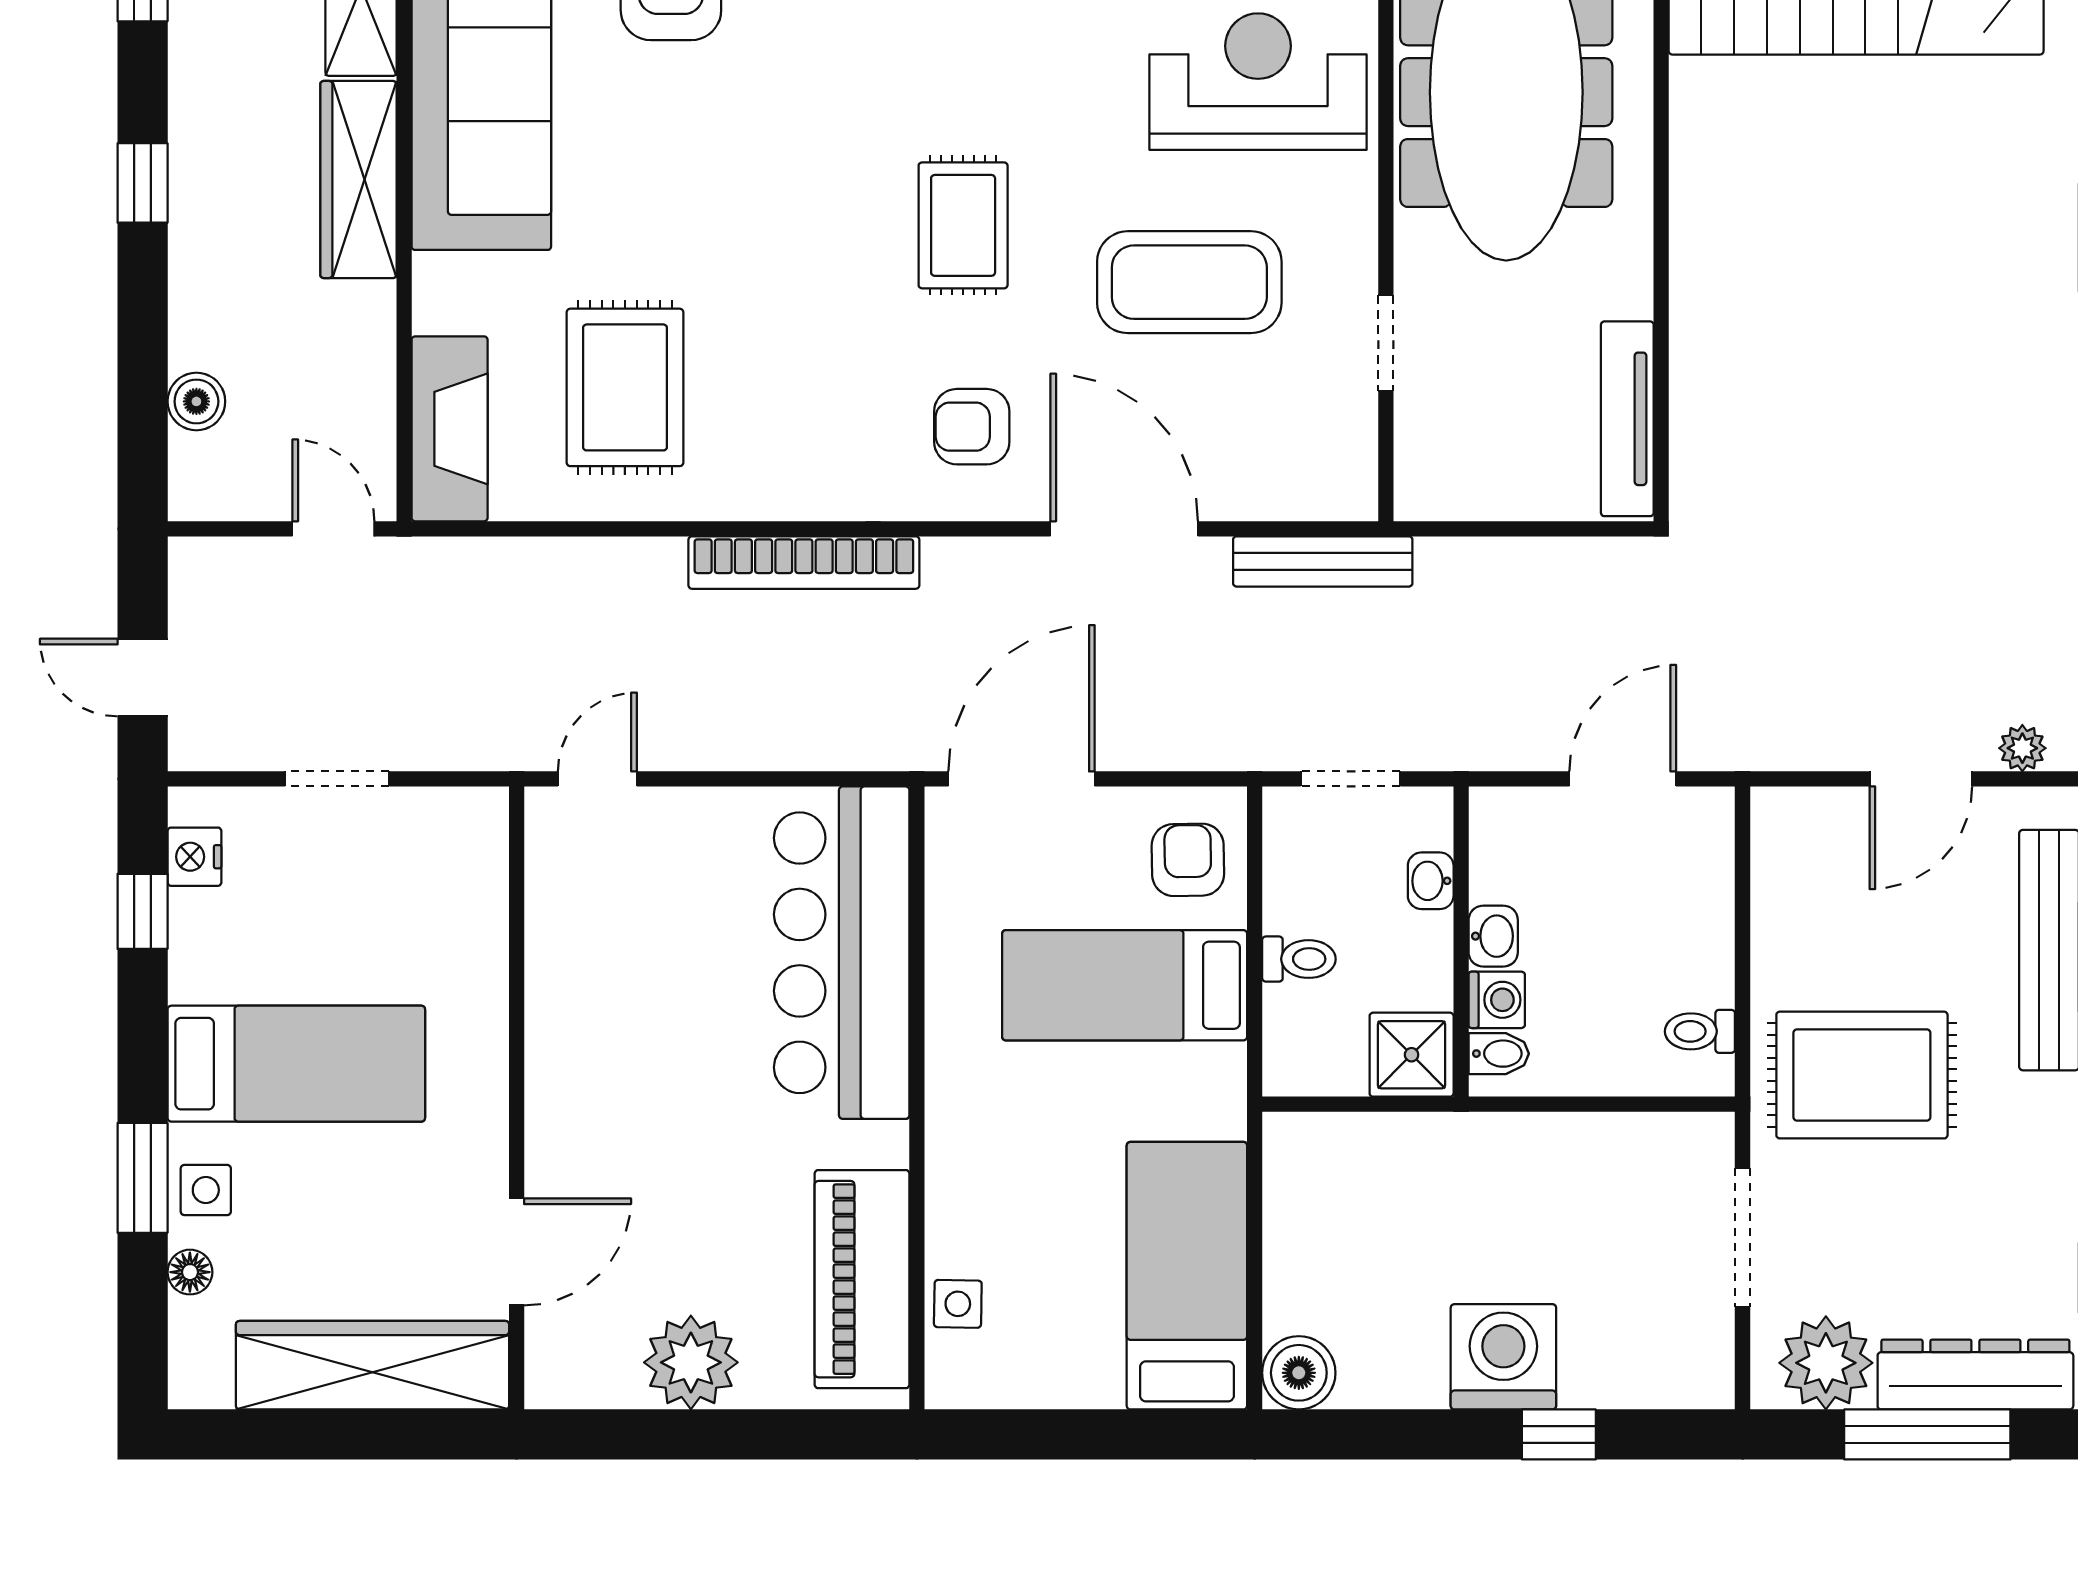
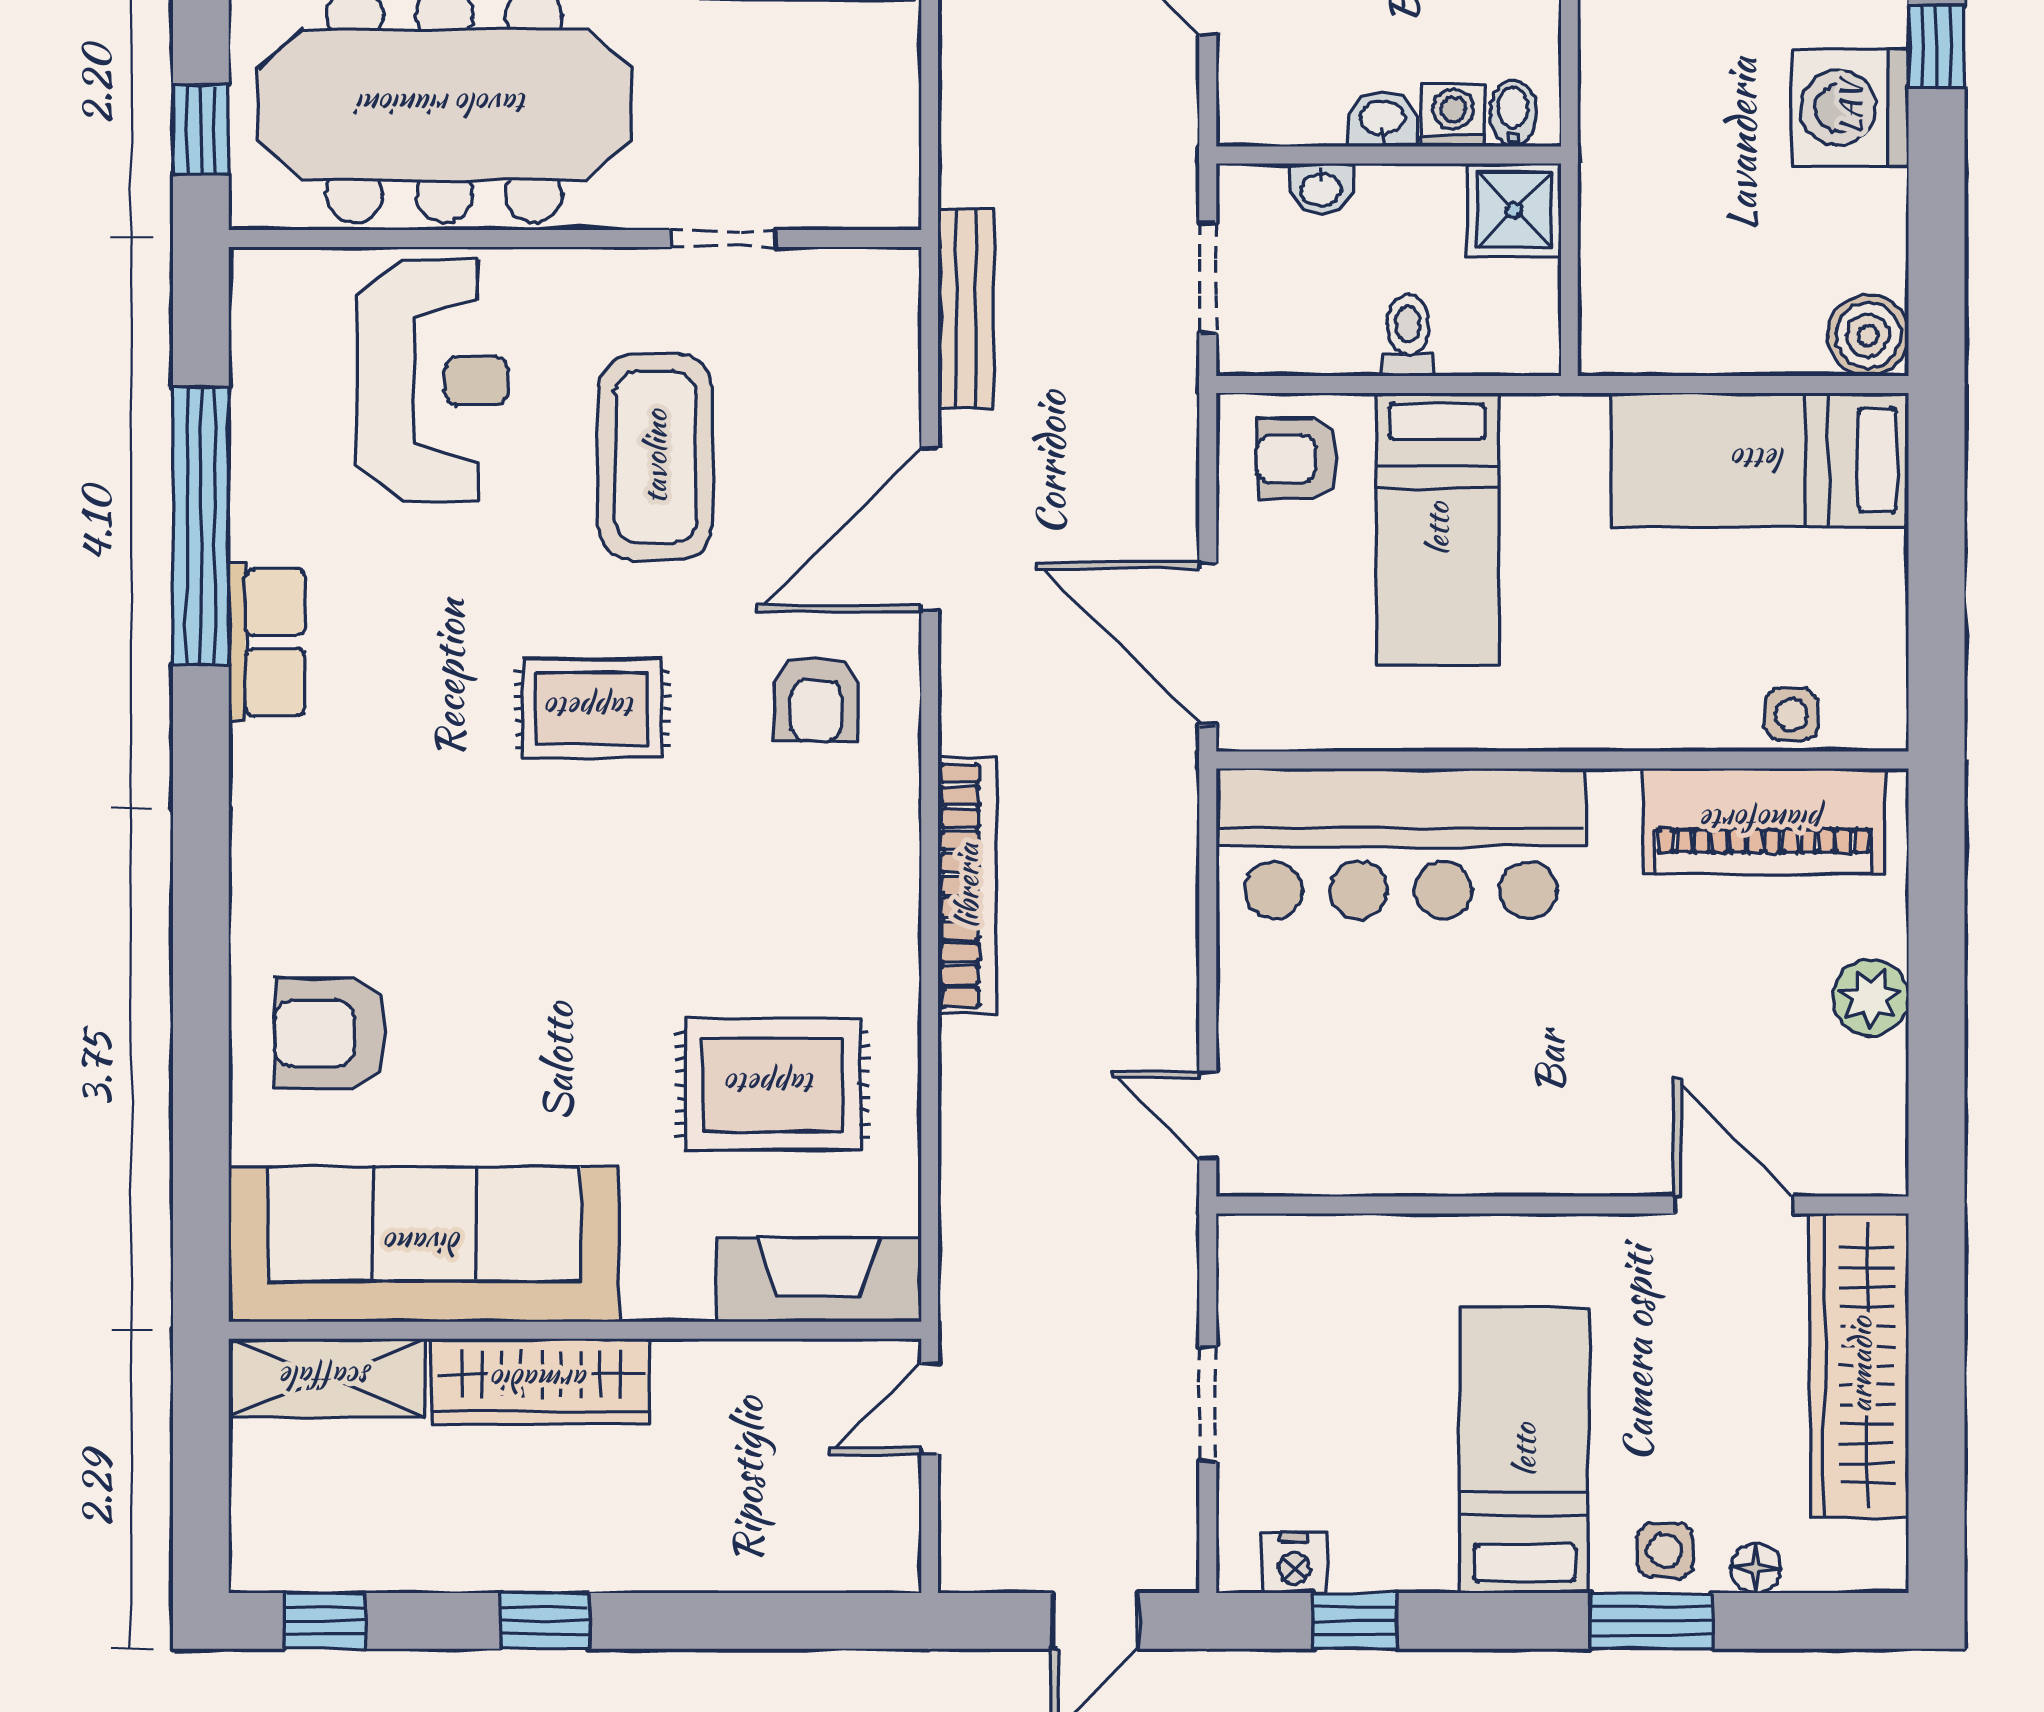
reception desk: (1258, 82) -> (432, 381), turned 180
boiler: (196, 401) -> (788, 1561), removed
plant: (691, 1362) -> (1870, 997), width x0.73, depth x0.73

